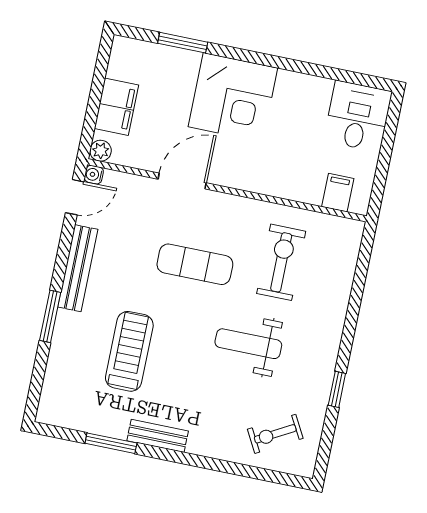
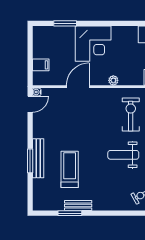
filing cabinet: (116, 107) -> (41, 65), width x0.50
plant: (101, 151) -> (113, 80), moved
exercise mat: (195, 264) -> (91, 123), removed
bench: (78, 268) -> (38, 158), moved
bench: (158, 436) -> (78, 205), moved

